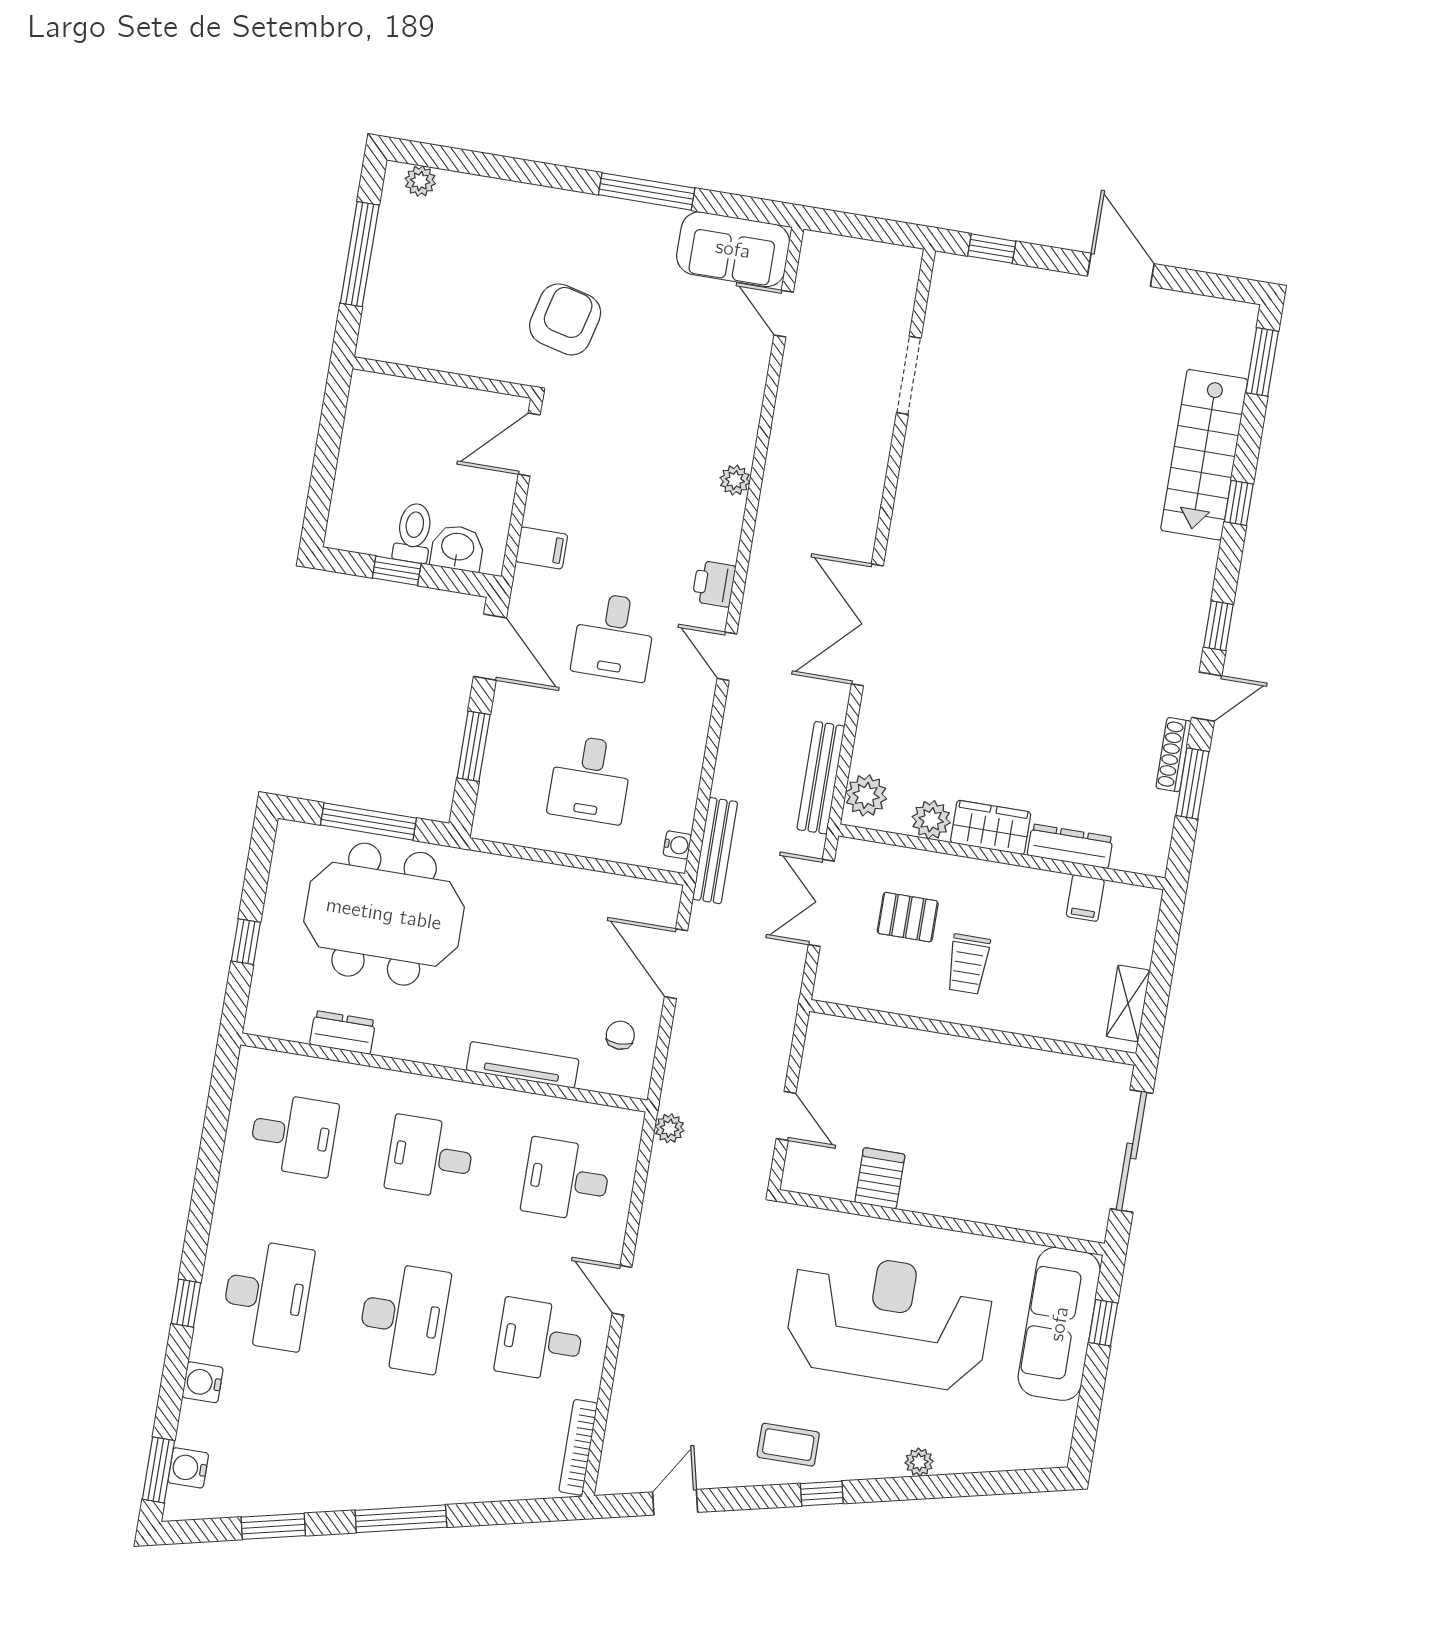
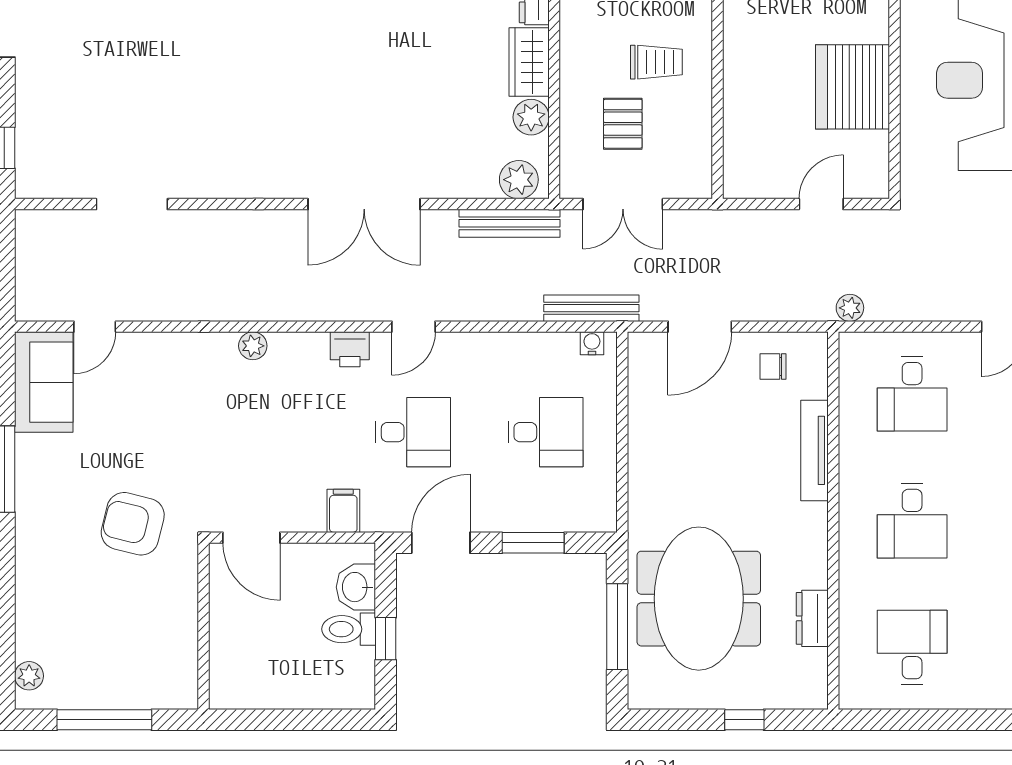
server rack: (880, 1178) -> (852, 87), width x2.18, depth x1.44

